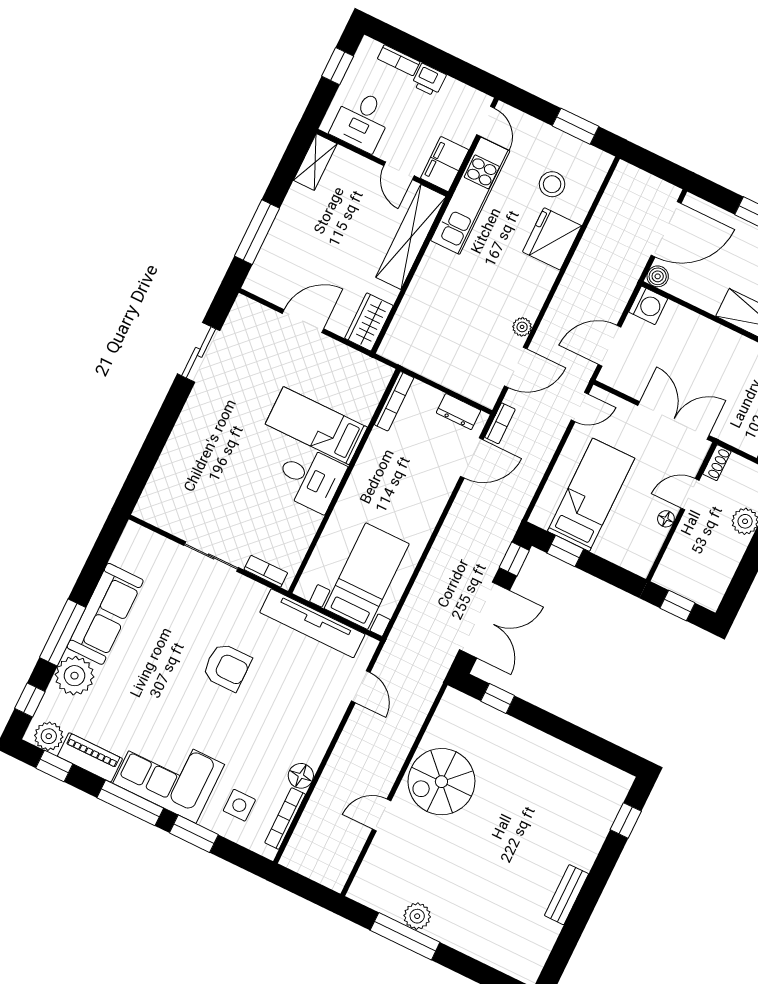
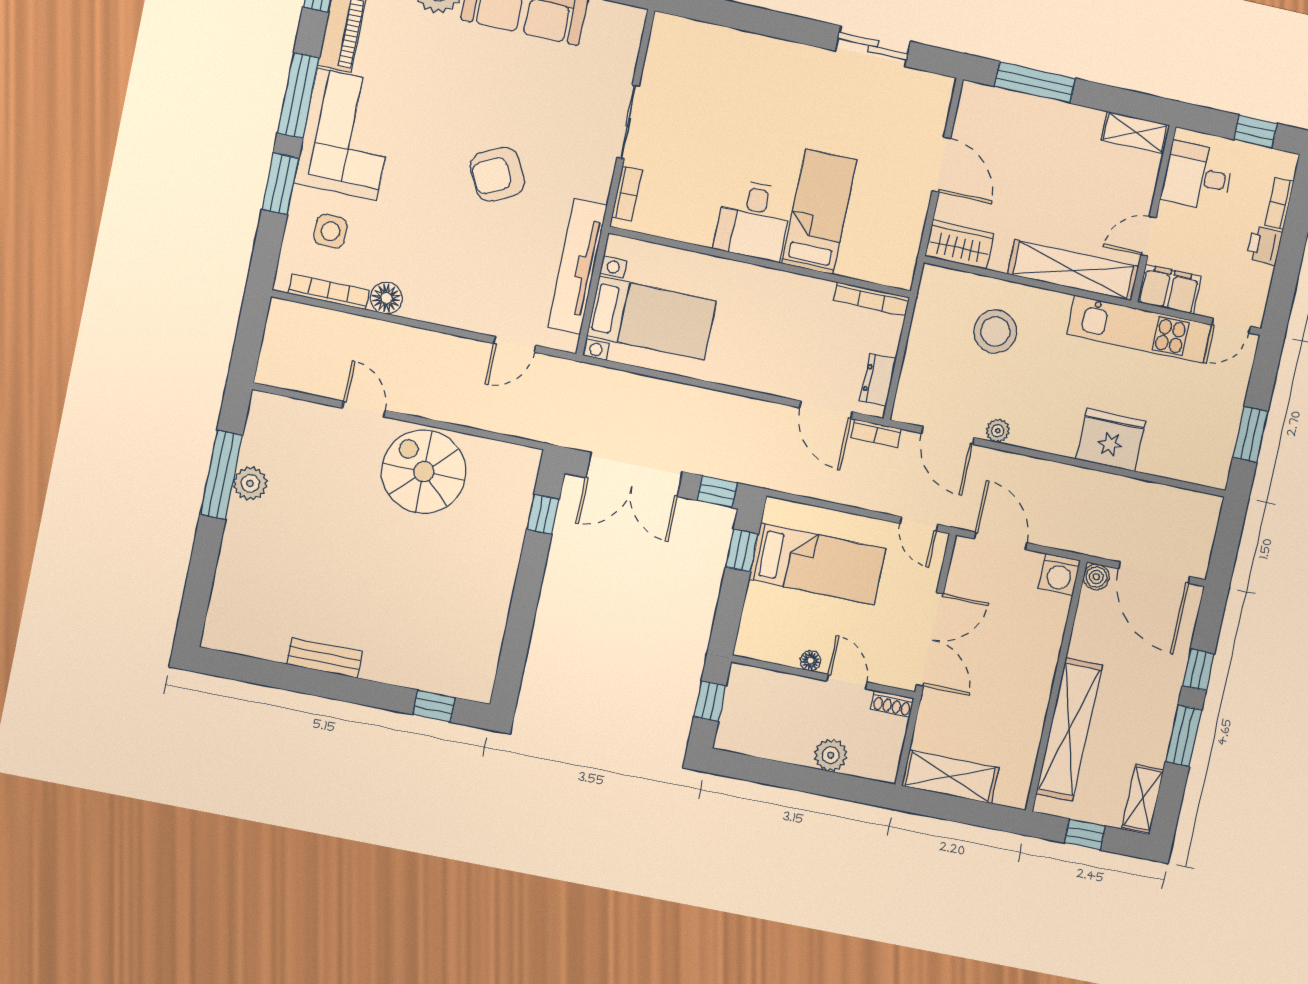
stool: (552, 184) -> (995, 331), moved, width x1.38, depth x1.38
armchair: (227, 667) -> (497, 174), turned 63

